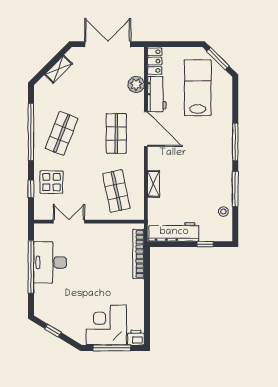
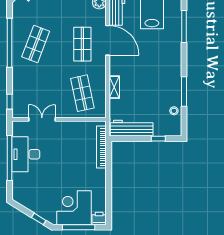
window: (235, 142) -> (184, 27), moved
display table: (52, 182) -> (27, 86), removed
window: (31, 189) -> (9, 102), moved
window: (53, 331) -> (39, 219), moved

